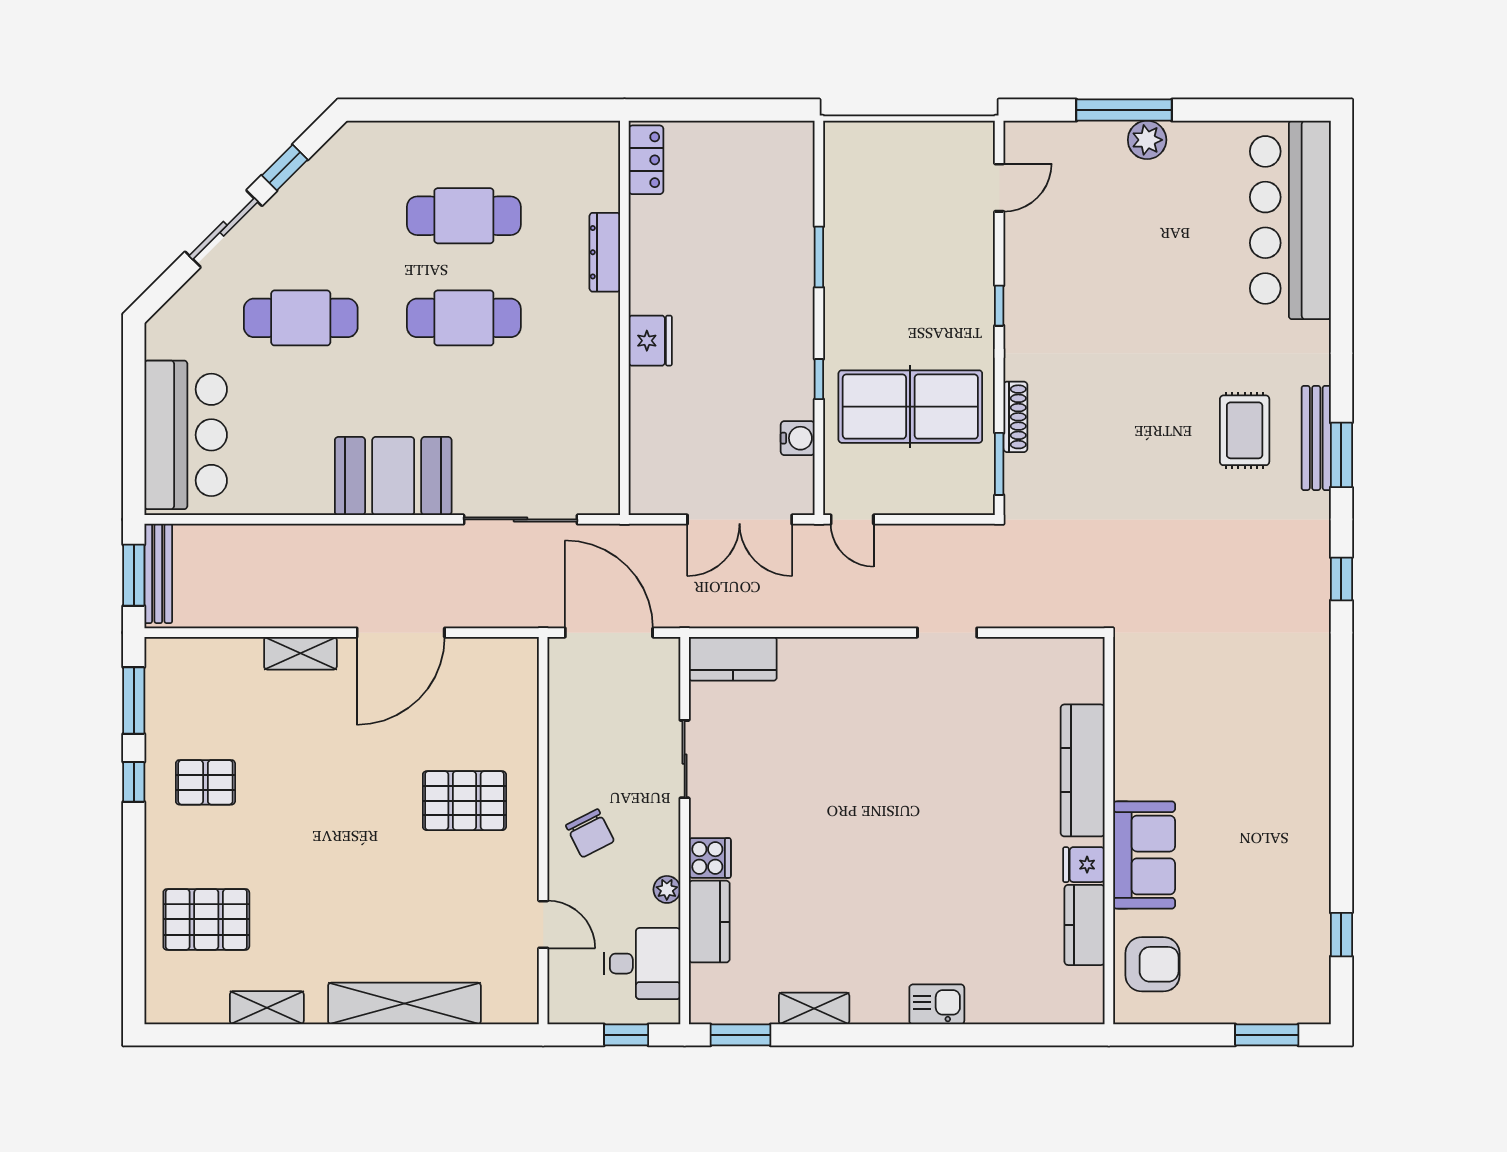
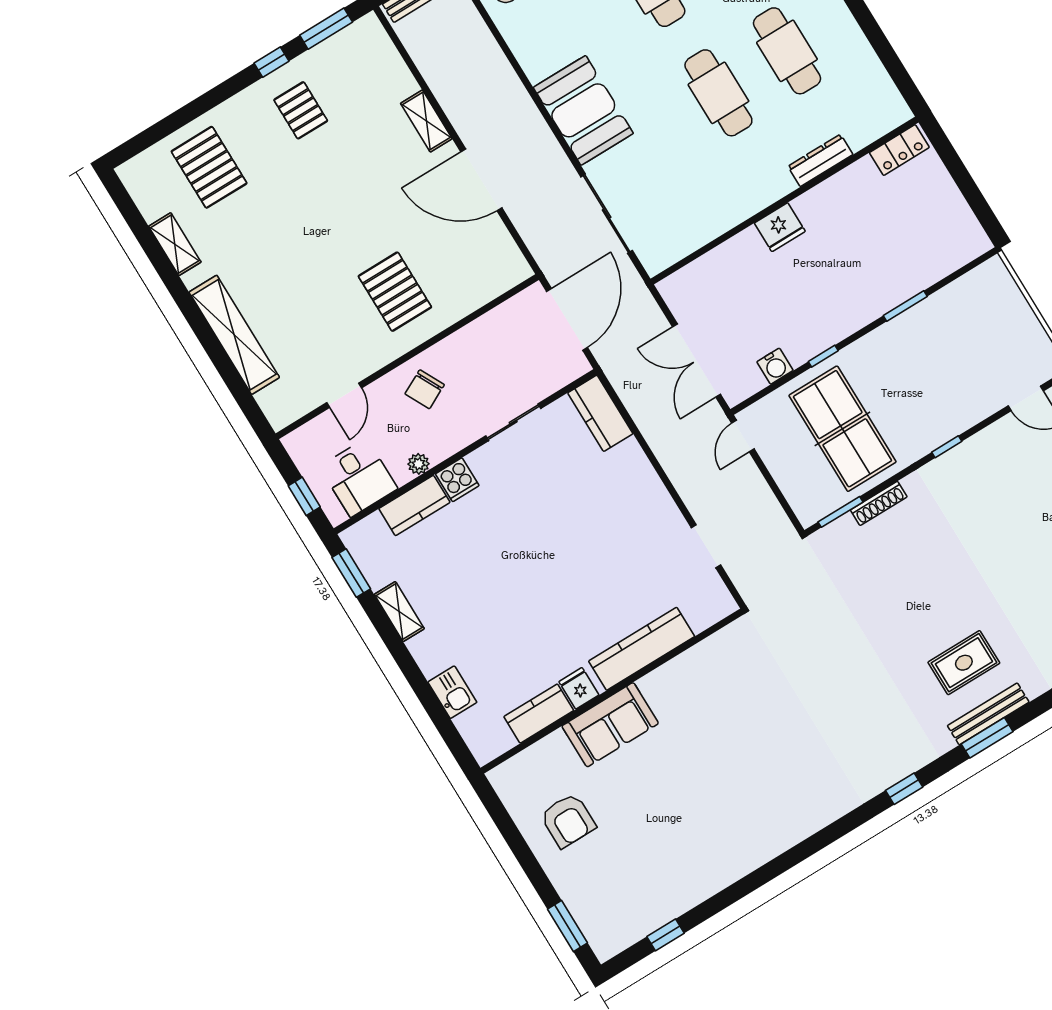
kitchen counter: (1083, 770) -> (642, 649), moved
wall: (1109, 831) -> (612, 691), moved
sofa: (1144, 855) -> (610, 725), moved
fridge: (1084, 865) -> (579, 688), moved
kitchen counter: (1085, 925) -> (539, 714), moved

